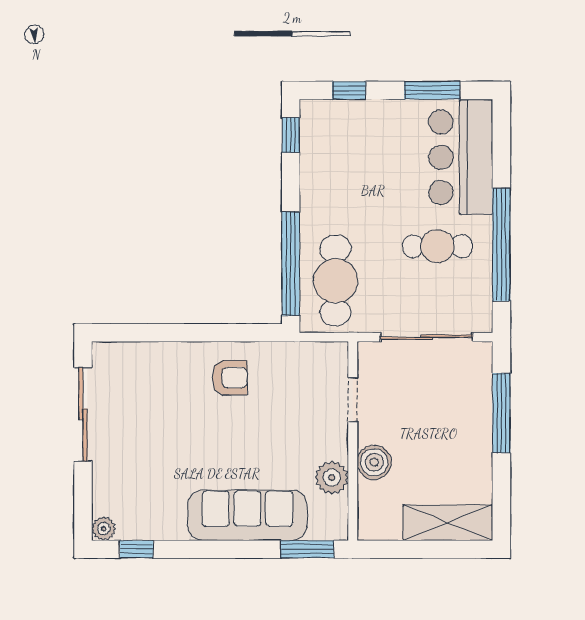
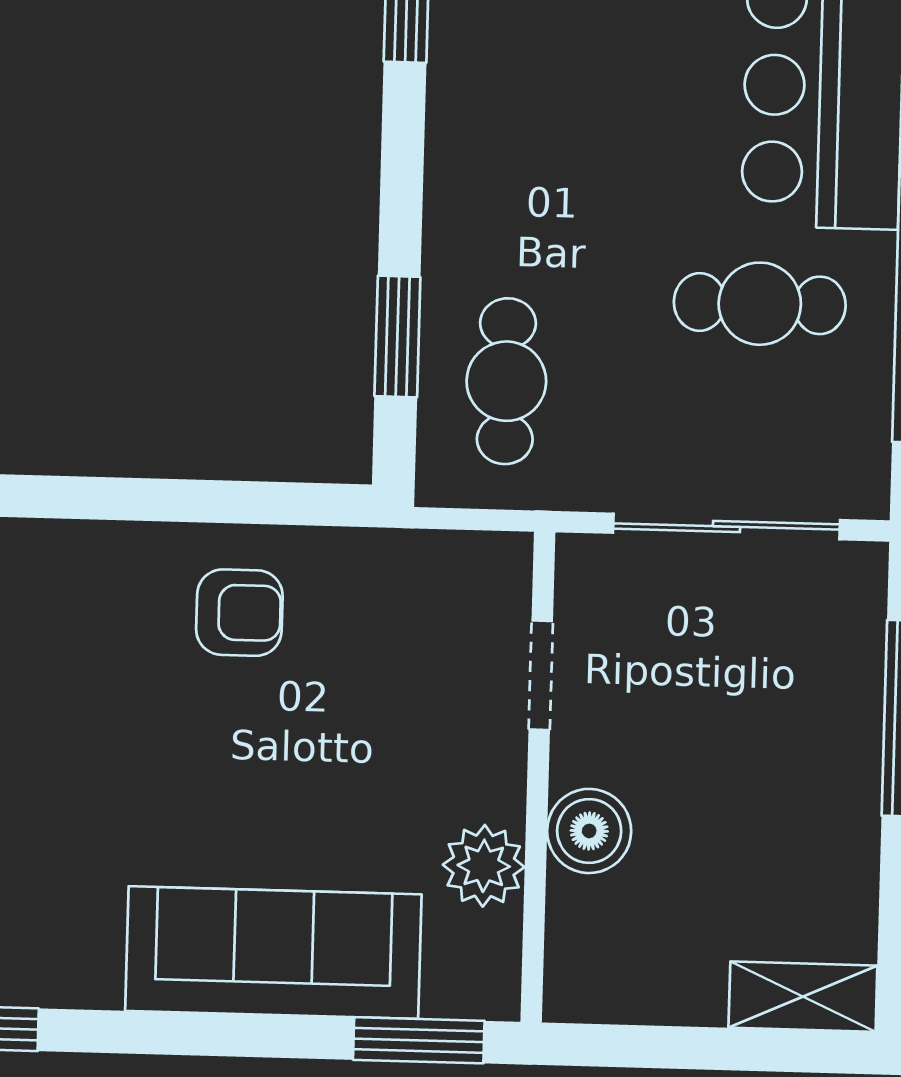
window: (291, 264) -> (397, 337), width x0.47
cafe table: (335, 281) -> (506, 381), width x0.73, depth x0.74
shelving: (448, 523) -> (803, 997), width x0.67, depth x0.75

